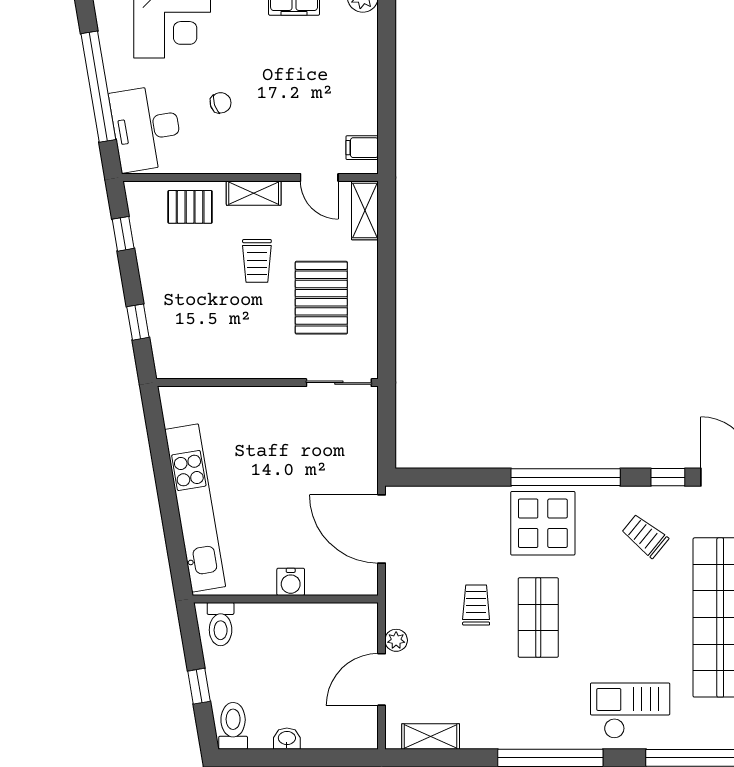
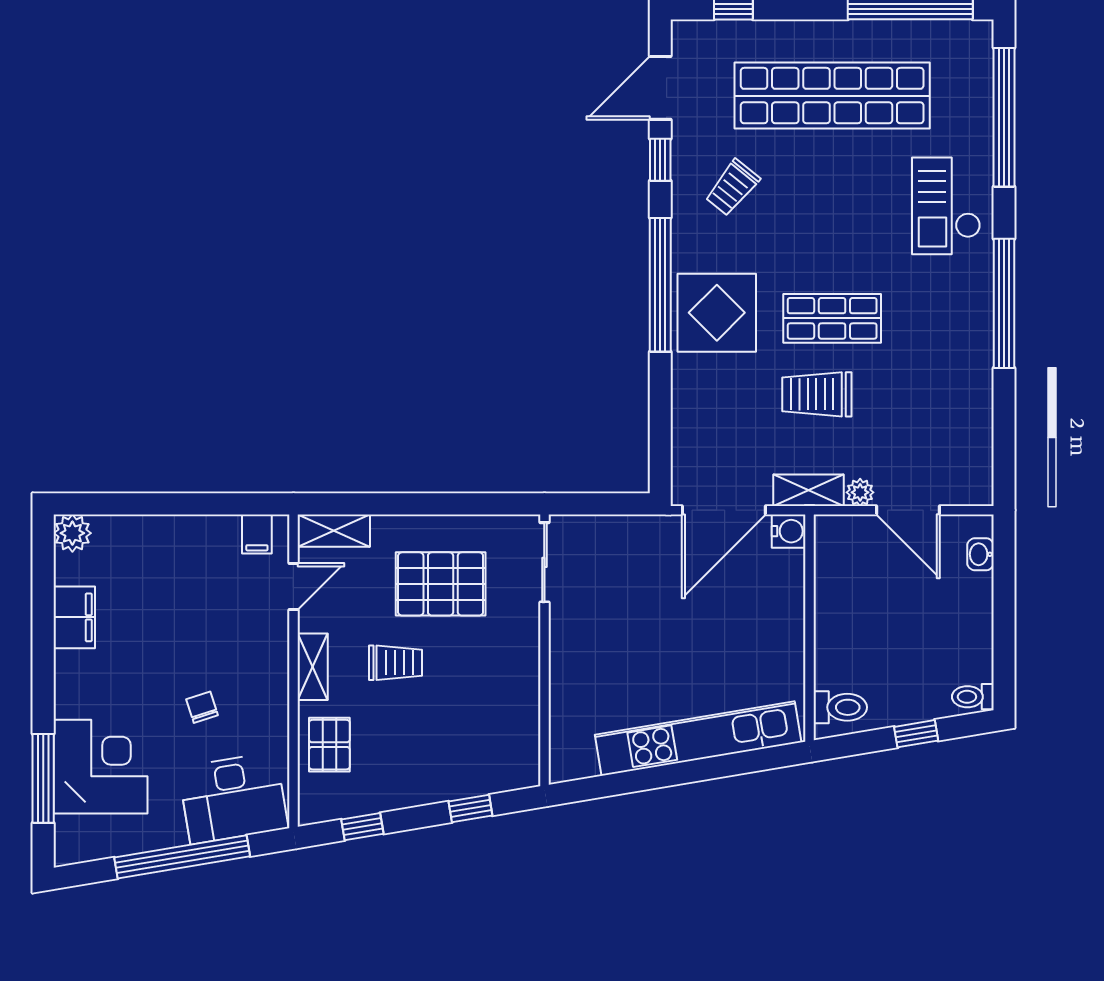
water cooler: (291, 582) -> (789, 531), moved
trolley: (476, 605) -> (817, 394), width x1.36, depth x1.39
toilet: (233, 726) -> (973, 697), width x0.73, depth x0.72
shelving: (431, 736) -> (808, 490), moved, turned 90
washbasin: (287, 739) -> (980, 554), moved

